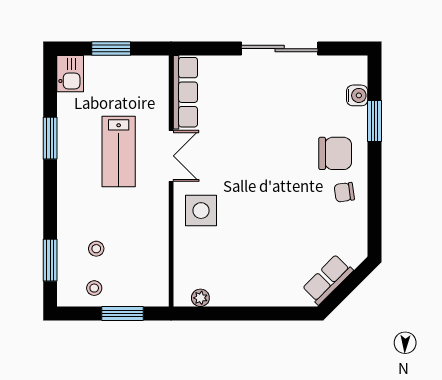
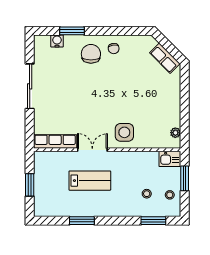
kitchen sink: (70, 74) -> (170, 159), moved, turned 180

